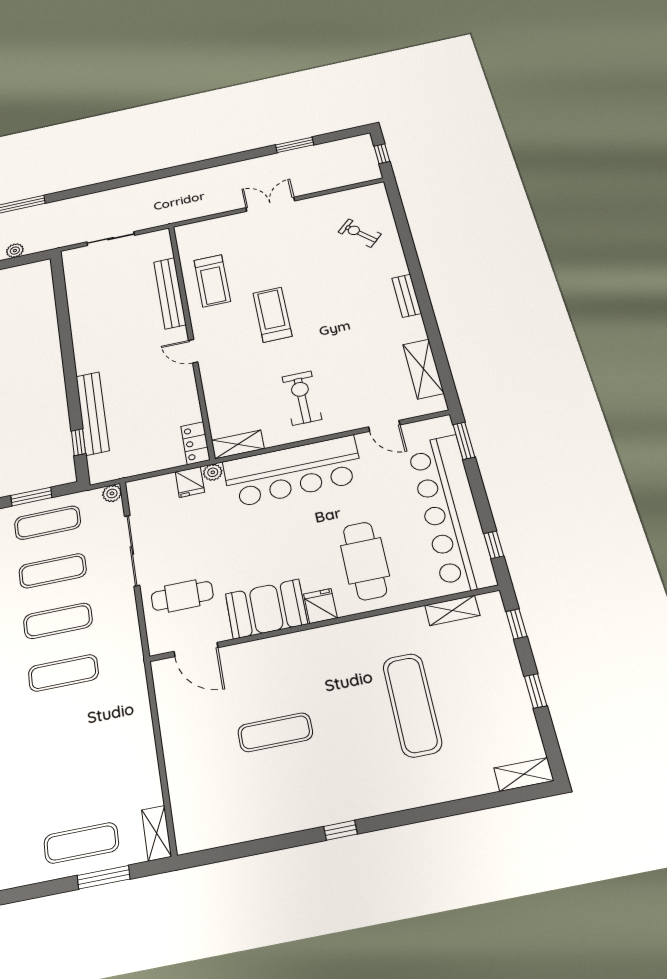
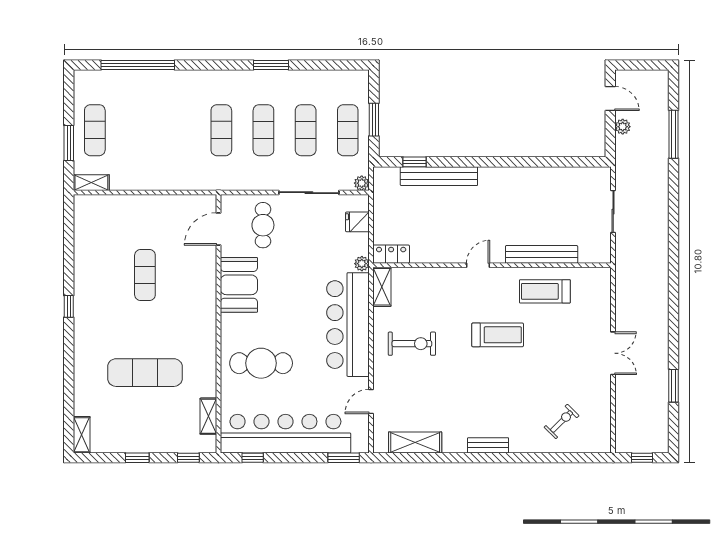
fridge: (190, 482) -> (357, 222), moved
fridge: (320, 606) -> (233, 324), removed

